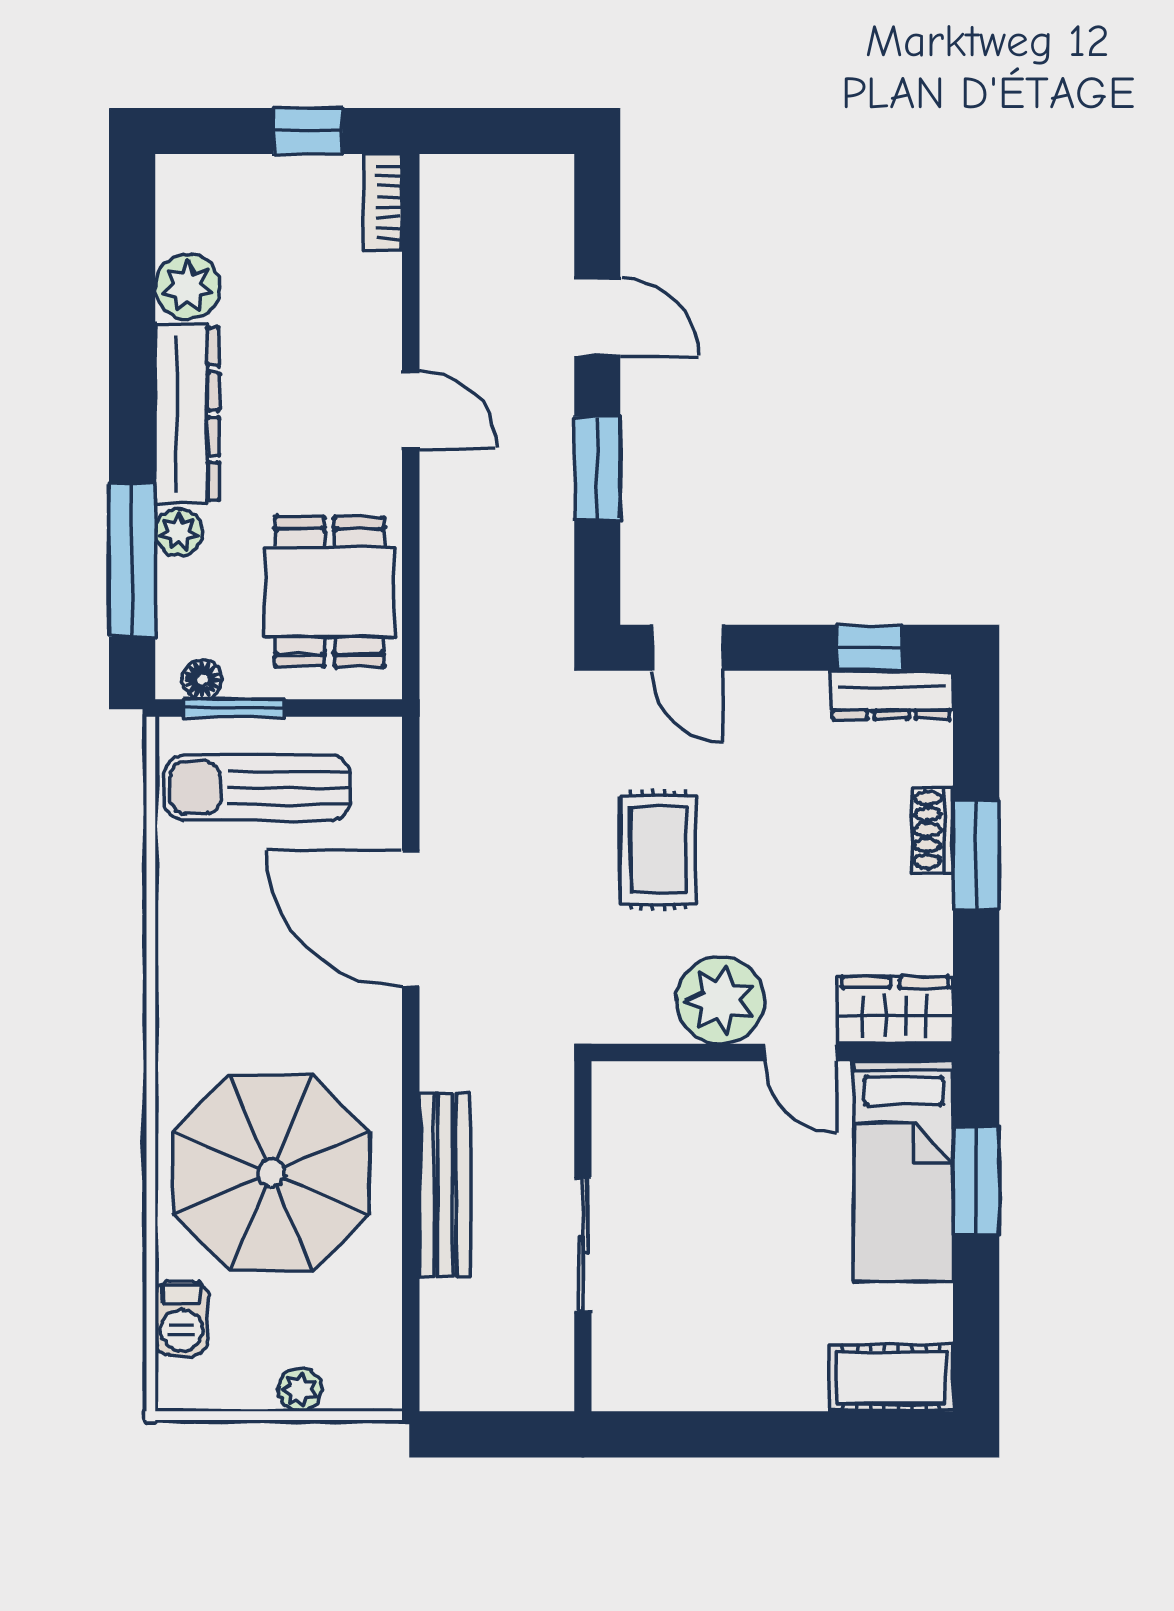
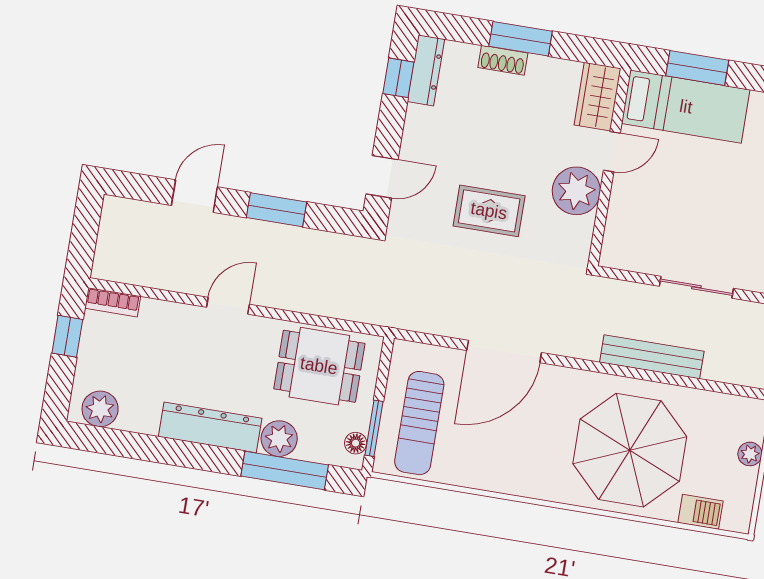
plant: (188, 287) -> (100, 409), moved
plant: (179, 532) -> (279, 439), width x1.38, depth x1.38

